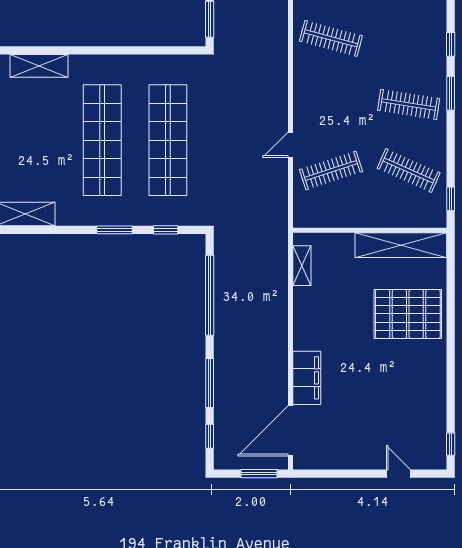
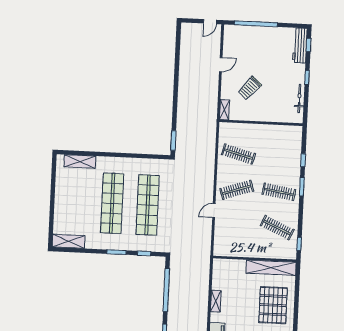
clothes rail: (331, 171) -> (237, 190), moved
shelving: (302, 266) -> (216, 301), moved
pallet: (408, 314) -> (273, 305), turned 90

